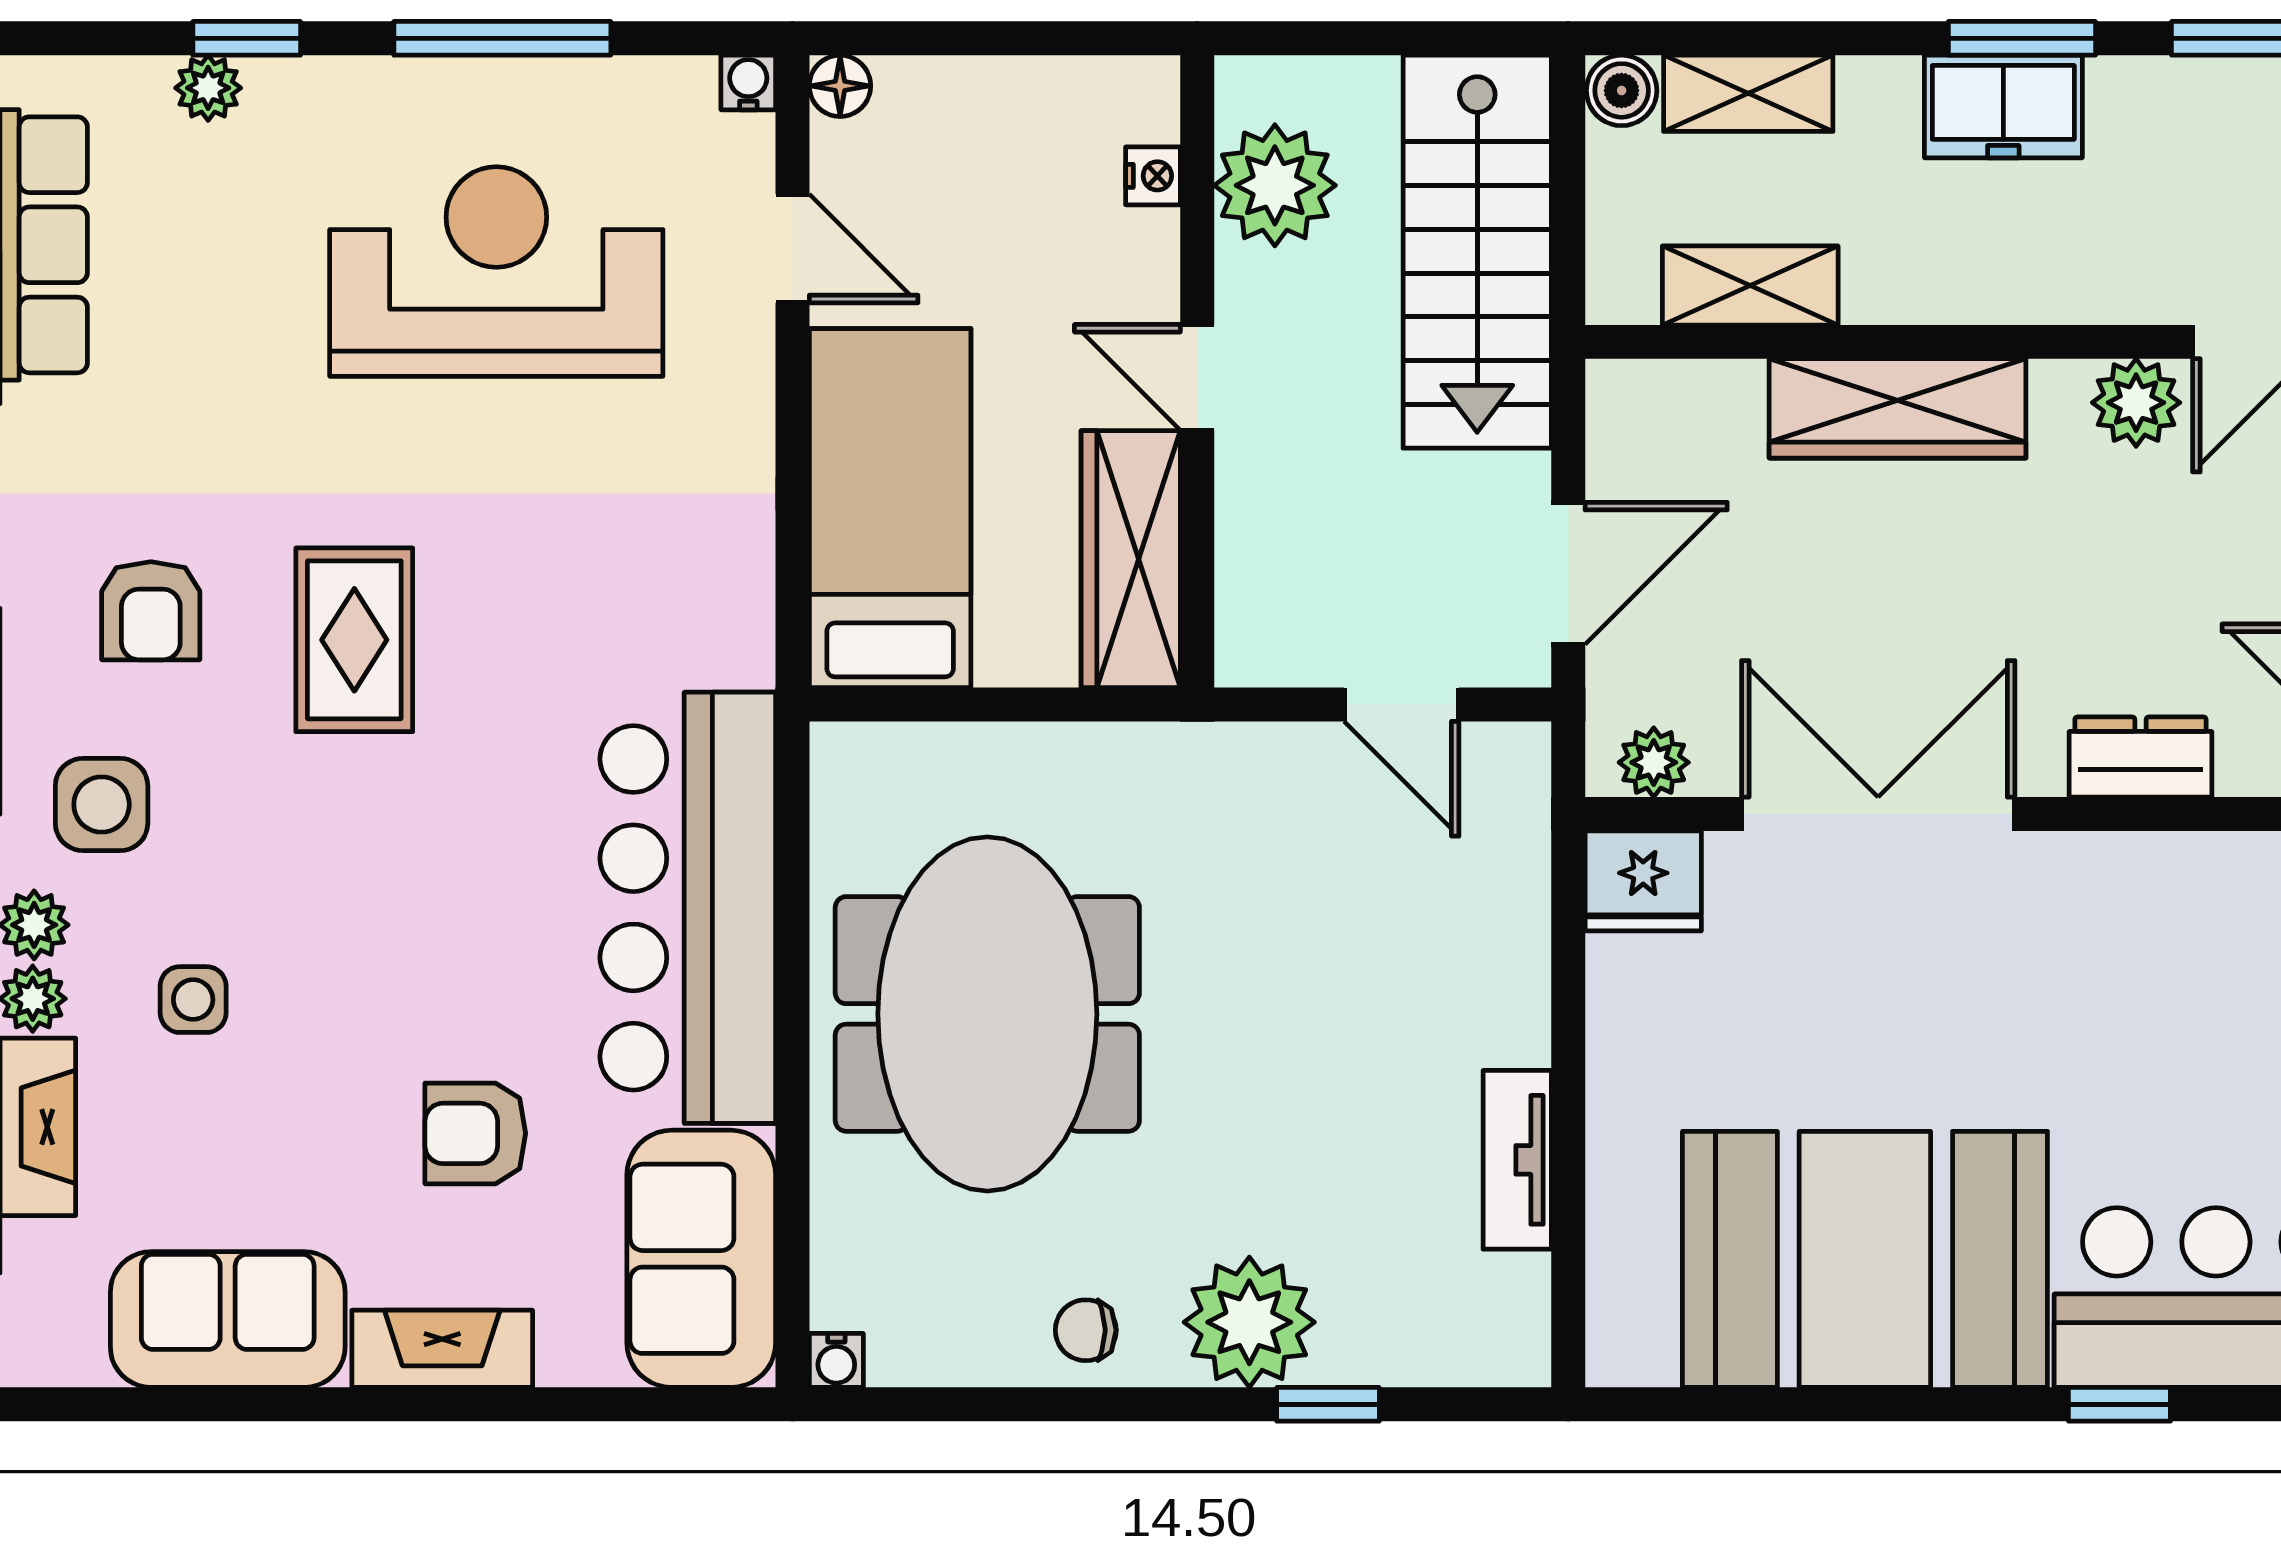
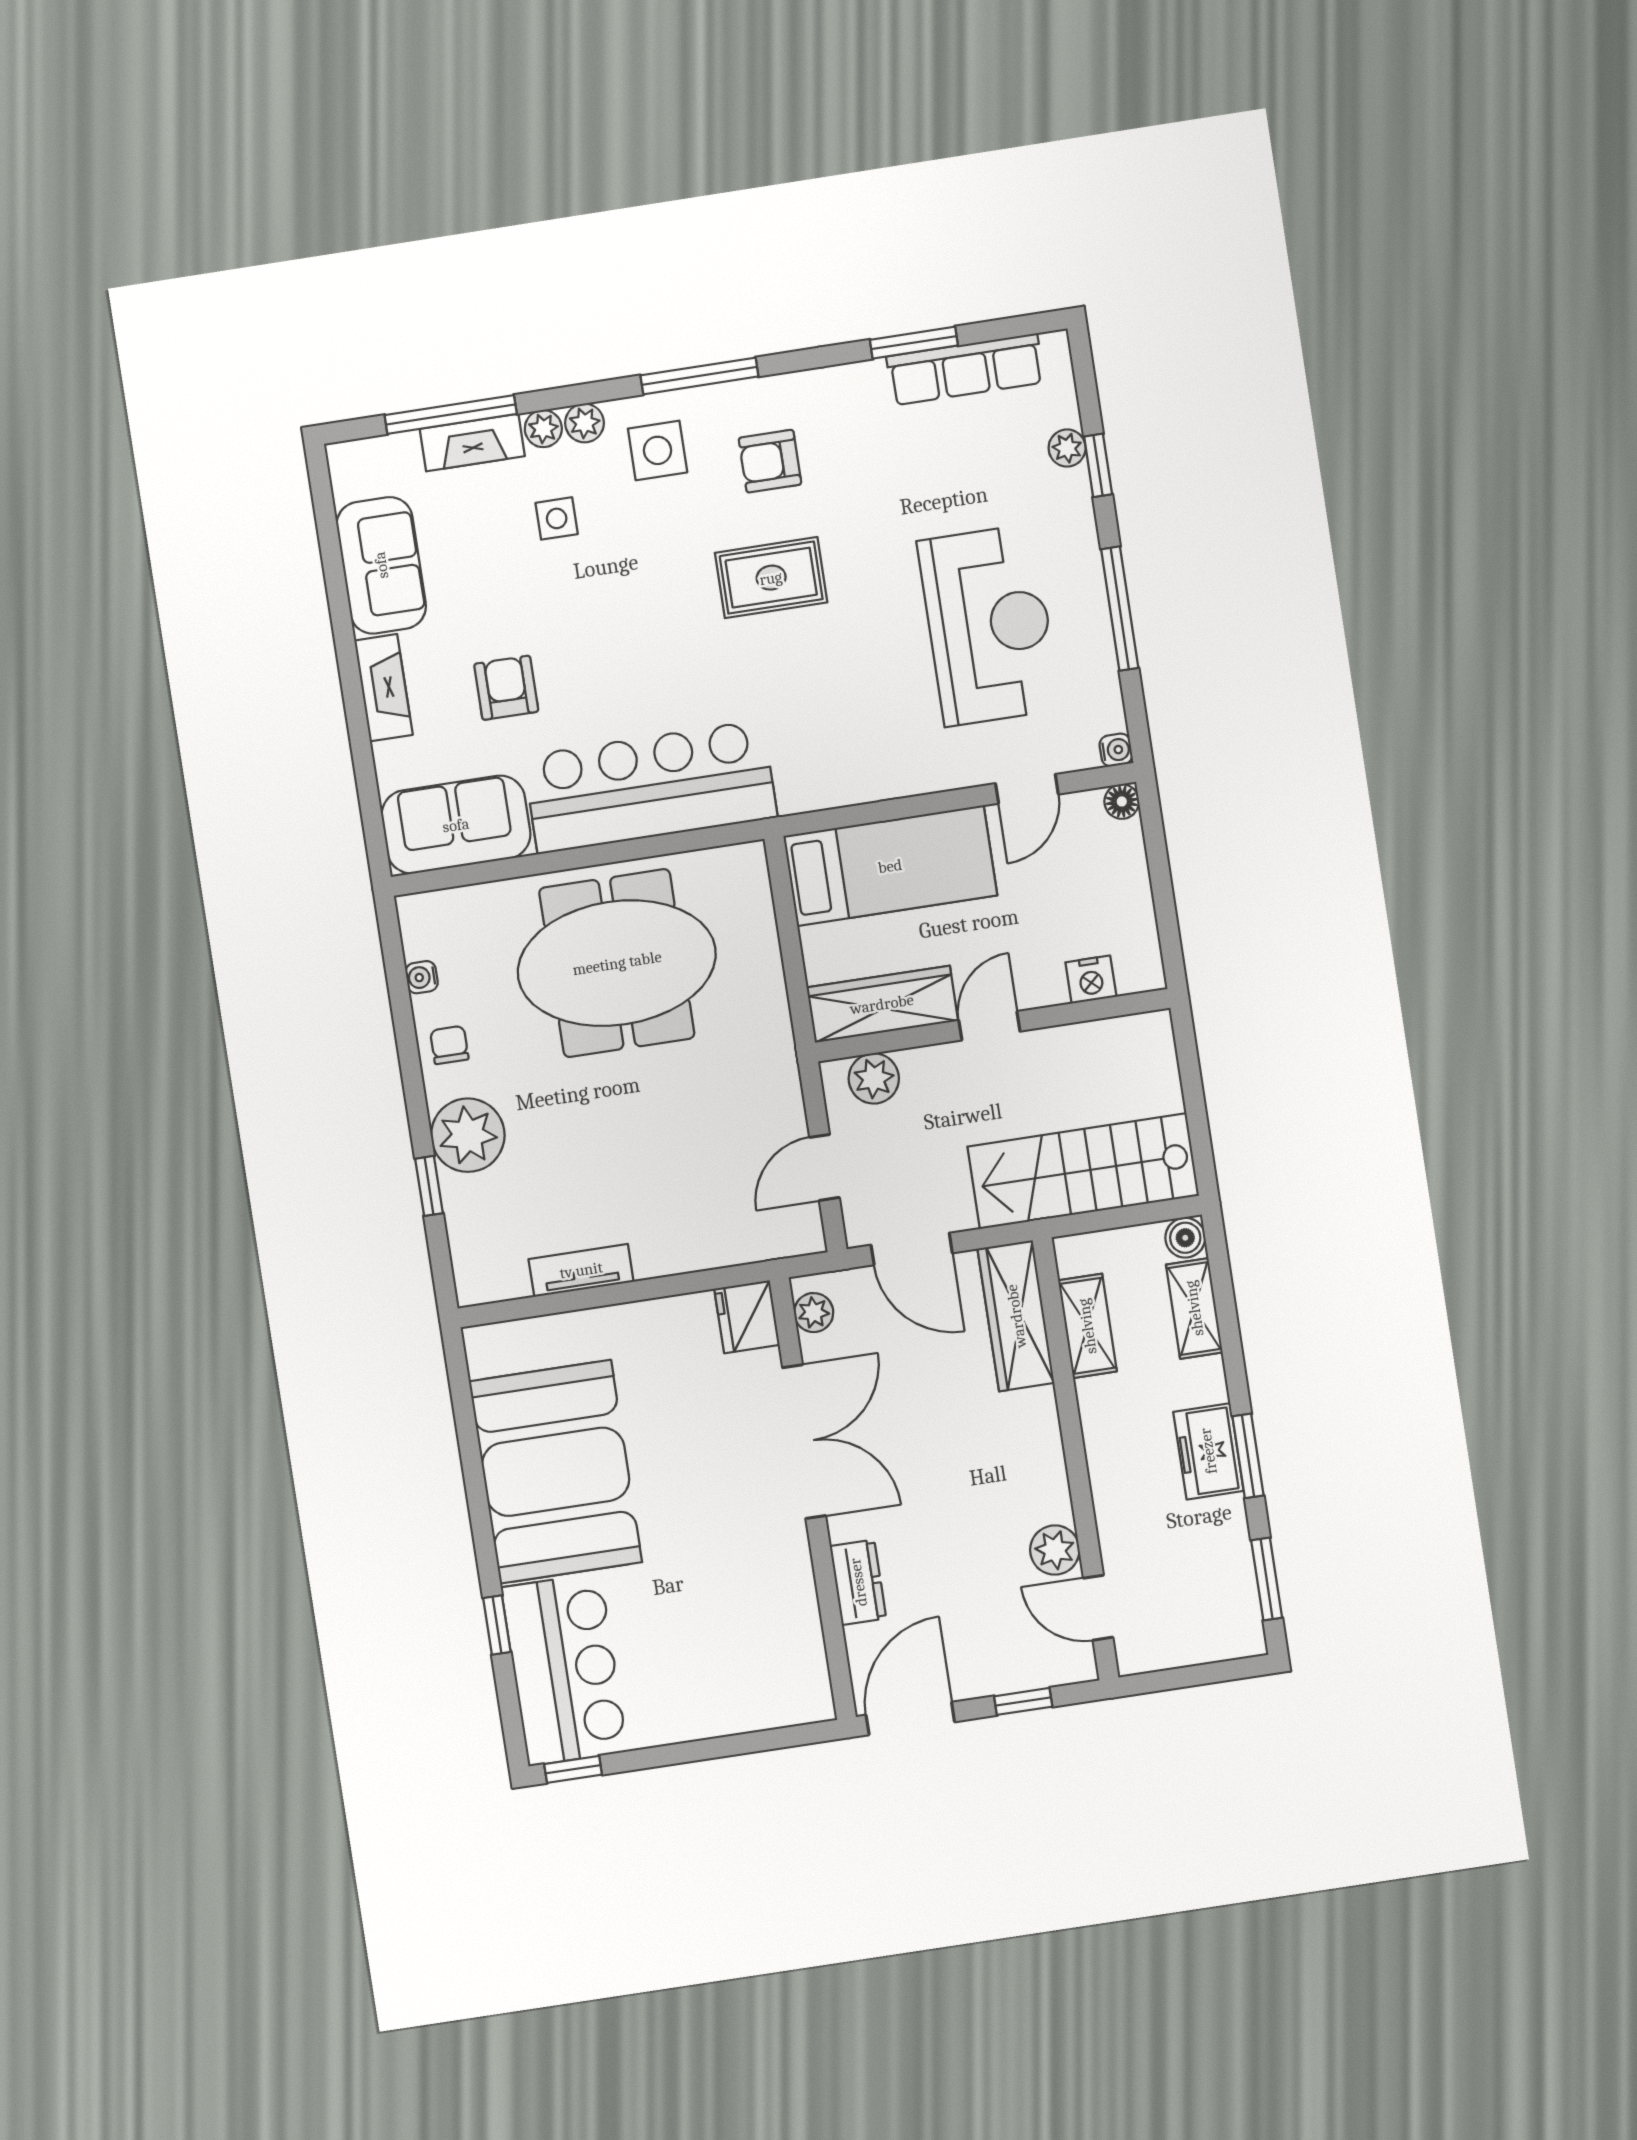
nightstand: (1153, 176) -> (1091, 979), width x1.39, depth x1.35
plant: (1275, 185) -> (874, 1078), moved, width x0.73, depth x0.73
wardrobe: (1898, 408) -> (1016, 1316), moved
water cooler: (836, 1360) -> (422, 977), moved

